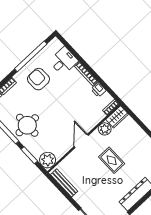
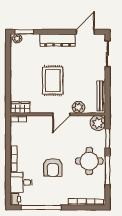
armchair: (38, 79) -> (53, 167), moved
printer: (98, 90) -> (15, 199), moved
plant: (105, 129) -> (78, 107), moved
rug: (112, 160) -> (53, 81), width x1.36, depth x1.43

